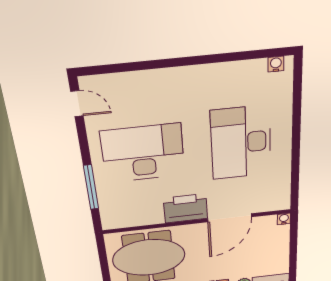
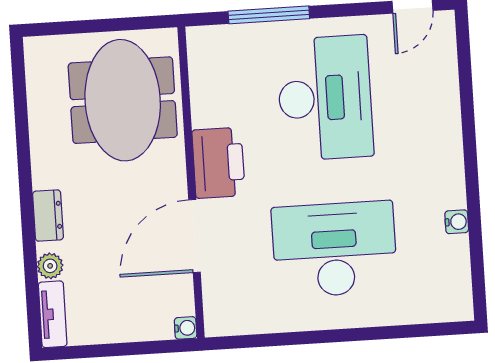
water cooler: (276, 64) -> (457, 222), moved
door: (230, 218) -> (194, 236), hinge flipped

